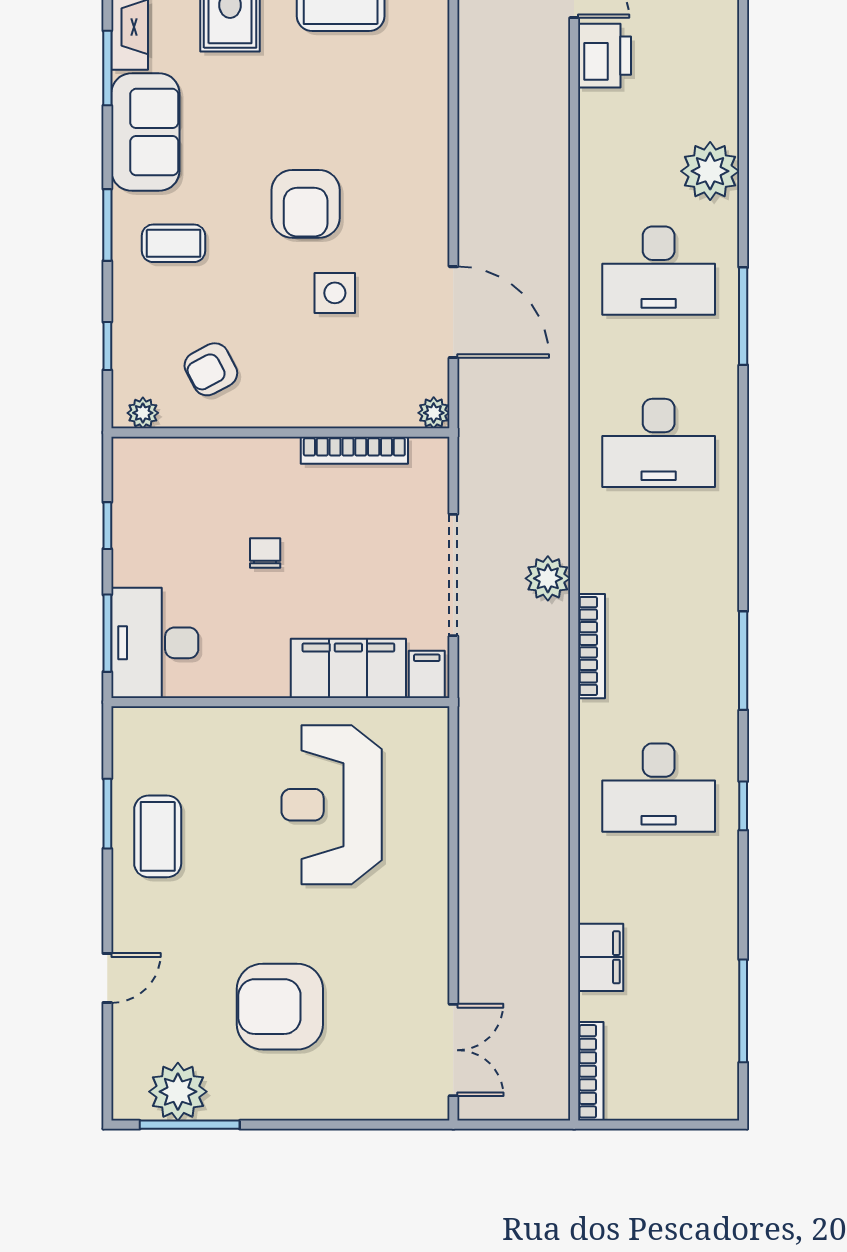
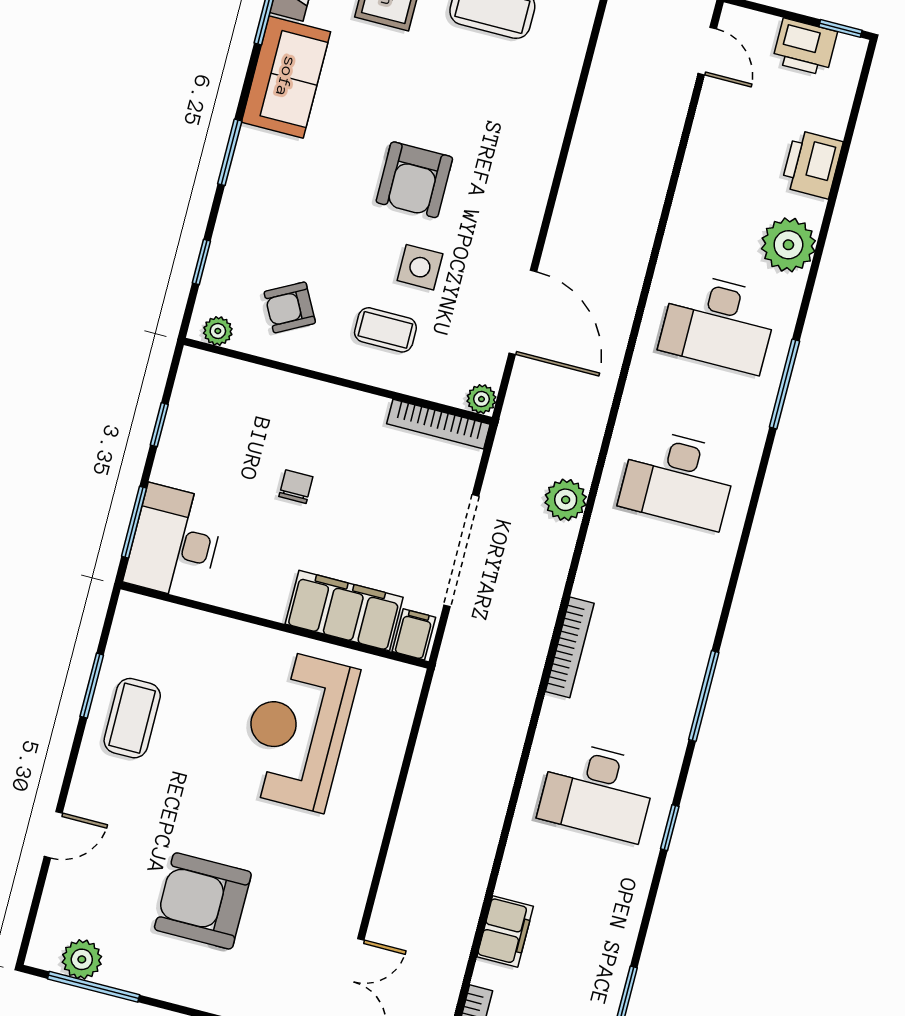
printer: (605, 56) -> (812, 164), moved, turned 180
coffee table: (174, 243) -> (385, 330), moved
bookcase: (354, 450) -> (438, 424), moved
plant: (548, 578) -> (566, 500), moved
plant: (178, 1092) -> (82, 959), width x0.73, depth x0.73

